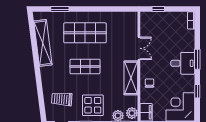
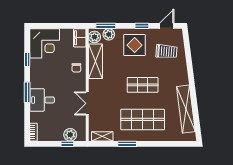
window: (60, 9) -> (127, 144), moved
shelving: (124, 16) -> (102, 136), added
plant: (156, 18) -> (70, 135), added
desk: (183, 63) -> (42, 100), moved
shelving: (131, 78) -> (95, 61), moved

